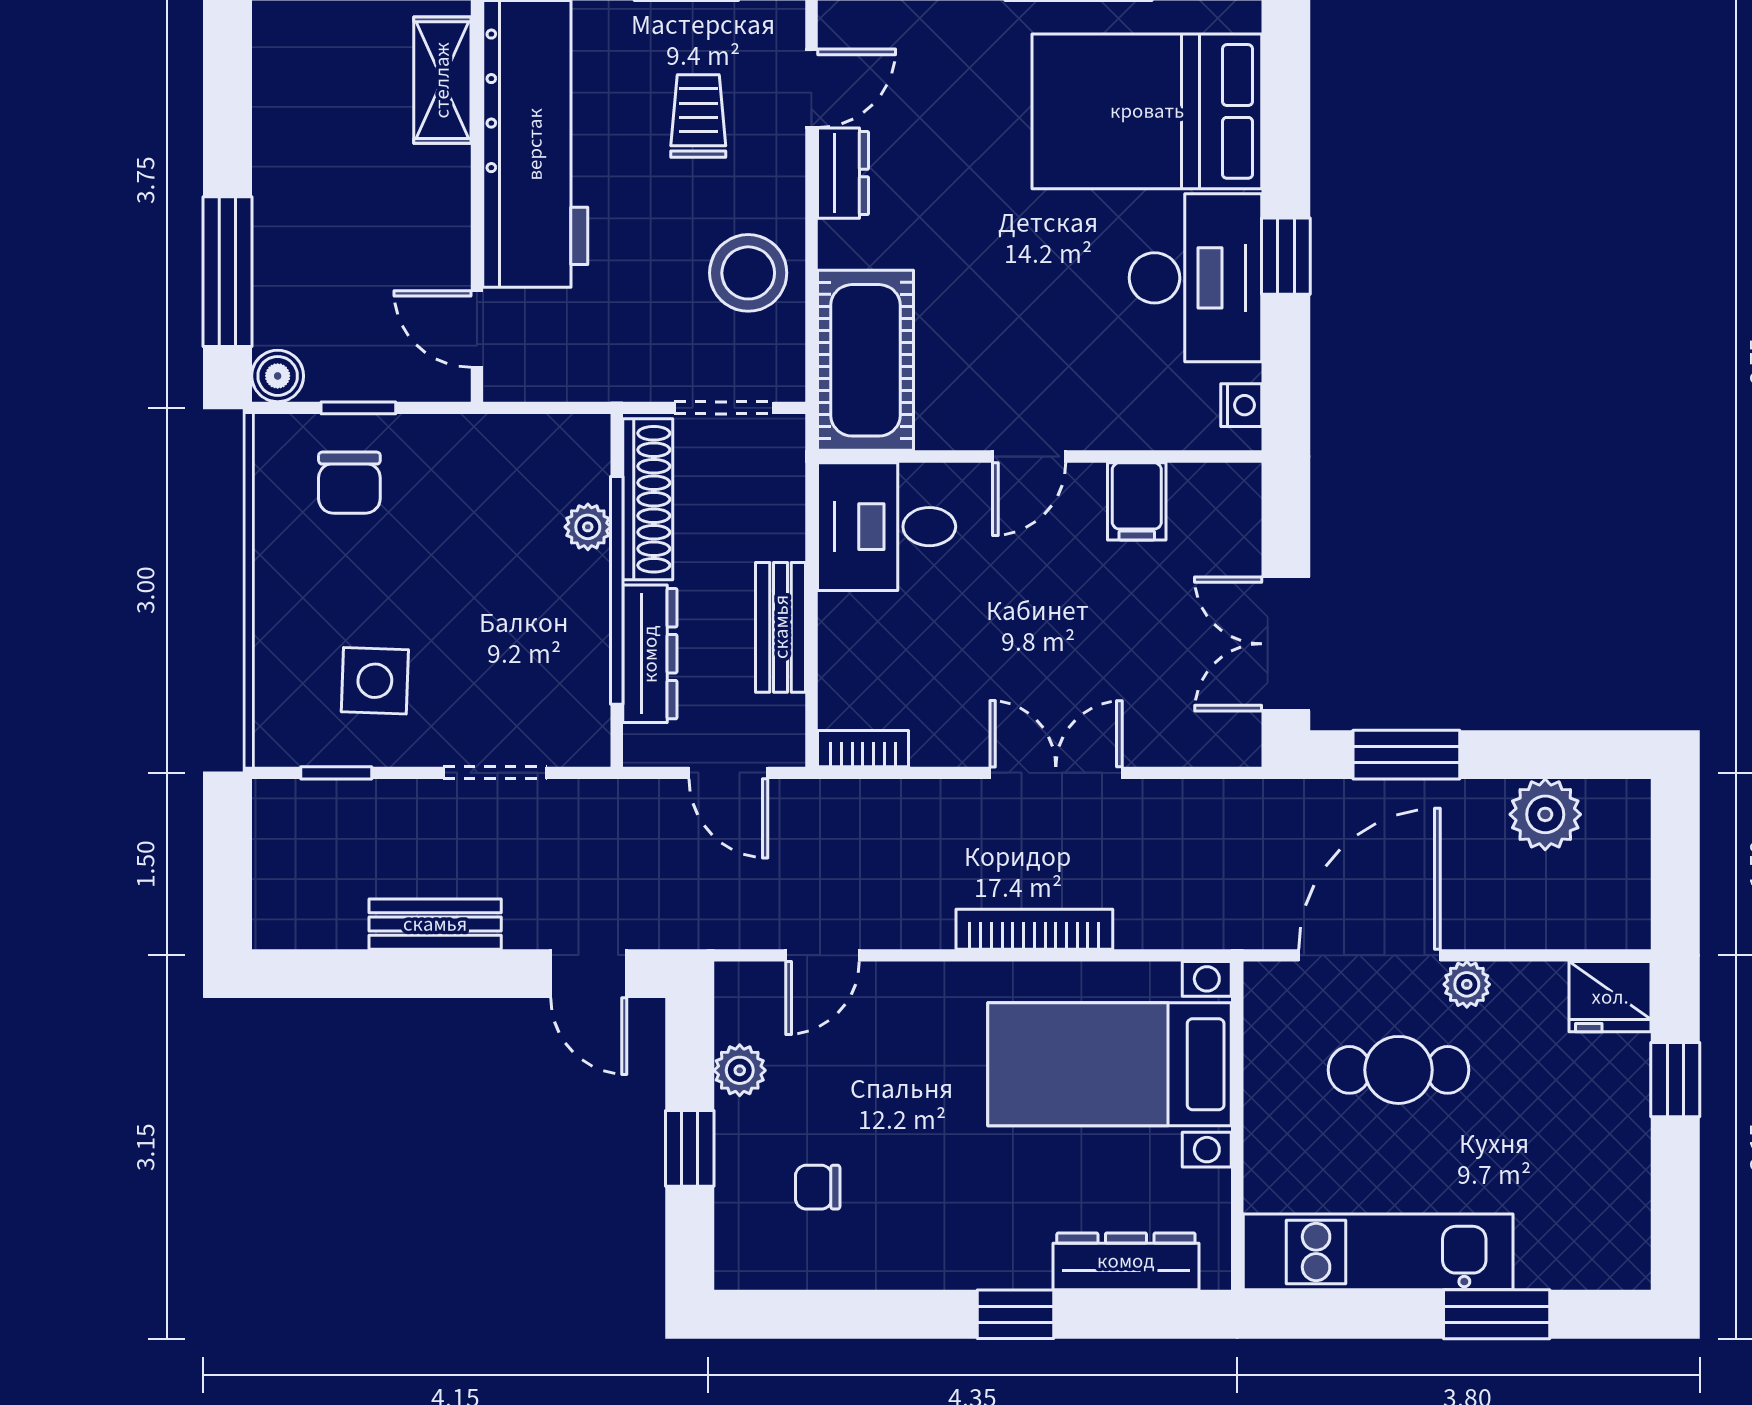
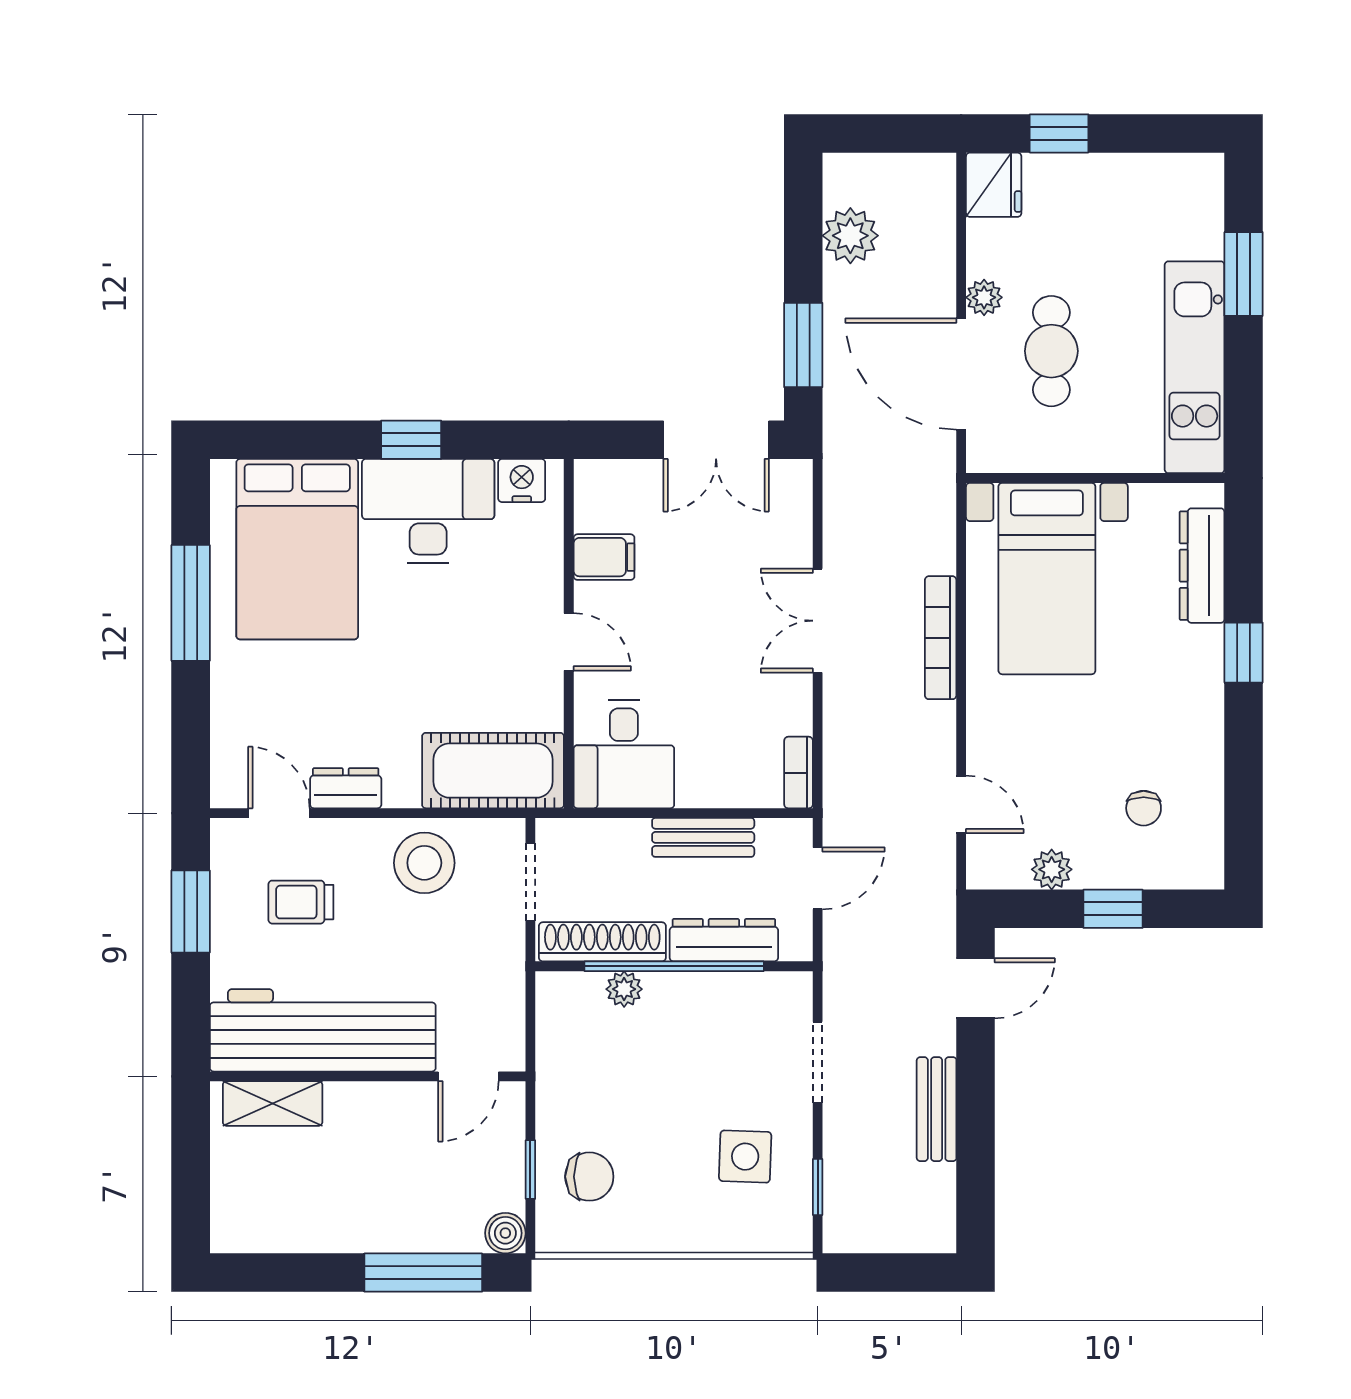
nightstand: (1241, 405) -> (522, 481), width x1.39, depth x1.35

